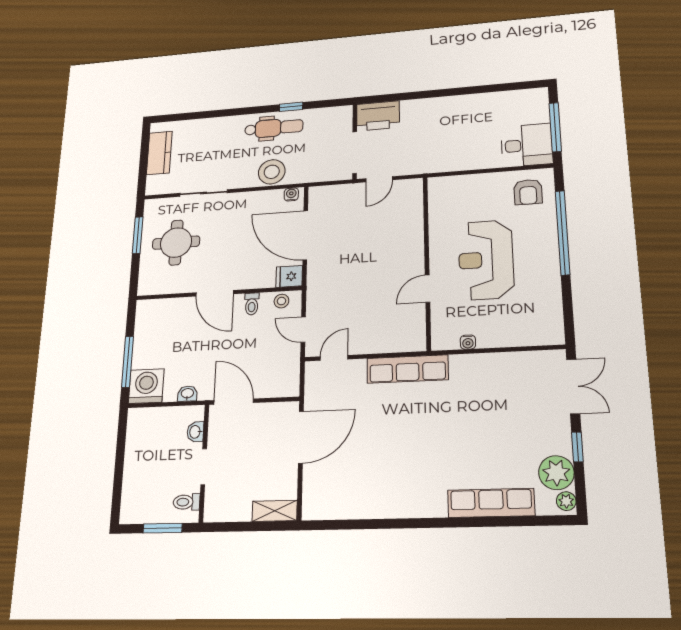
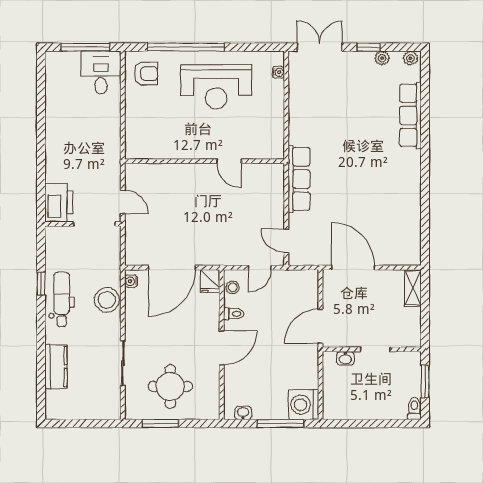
kitchen counter: (159, 153) -> (56, 367), moved, turned 90
reception desk: (486, 260) -> (216, 87), moved
water cooler: (468, 342) -> (278, 72), moved
washbasin: (187, 394) -> (243, 413), moved, turned 90
plant: (556, 473) -> (382, 58), width x0.53, depth x0.53
toilet: (186, 502) -> (414, 409), moved, turned 180

